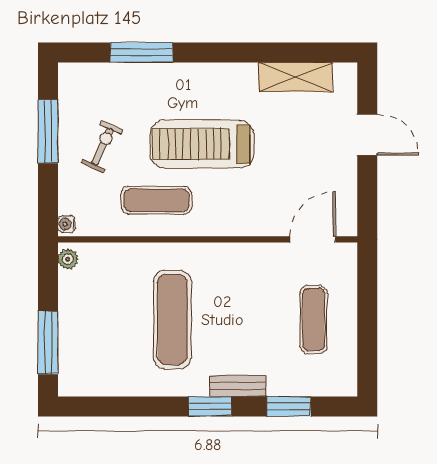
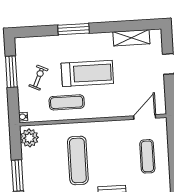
window: (141, 53) -> (73, 29), moved
treadmill: (202, 144) -> (87, 73), turned 180
plant: (68, 259) -> (29, 138), width x1.87, depth x1.87

